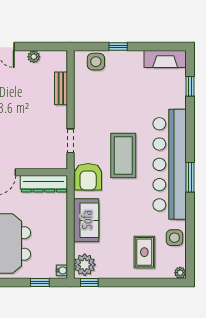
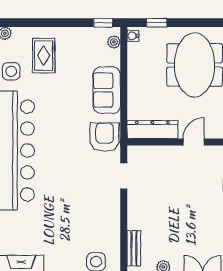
bench: (61, 88) -> (134, 248), moved
coffee table: (123, 155) -> (66, 160), removed
plant: (85, 265) -> (114, 42), width x0.53, depth x0.53

